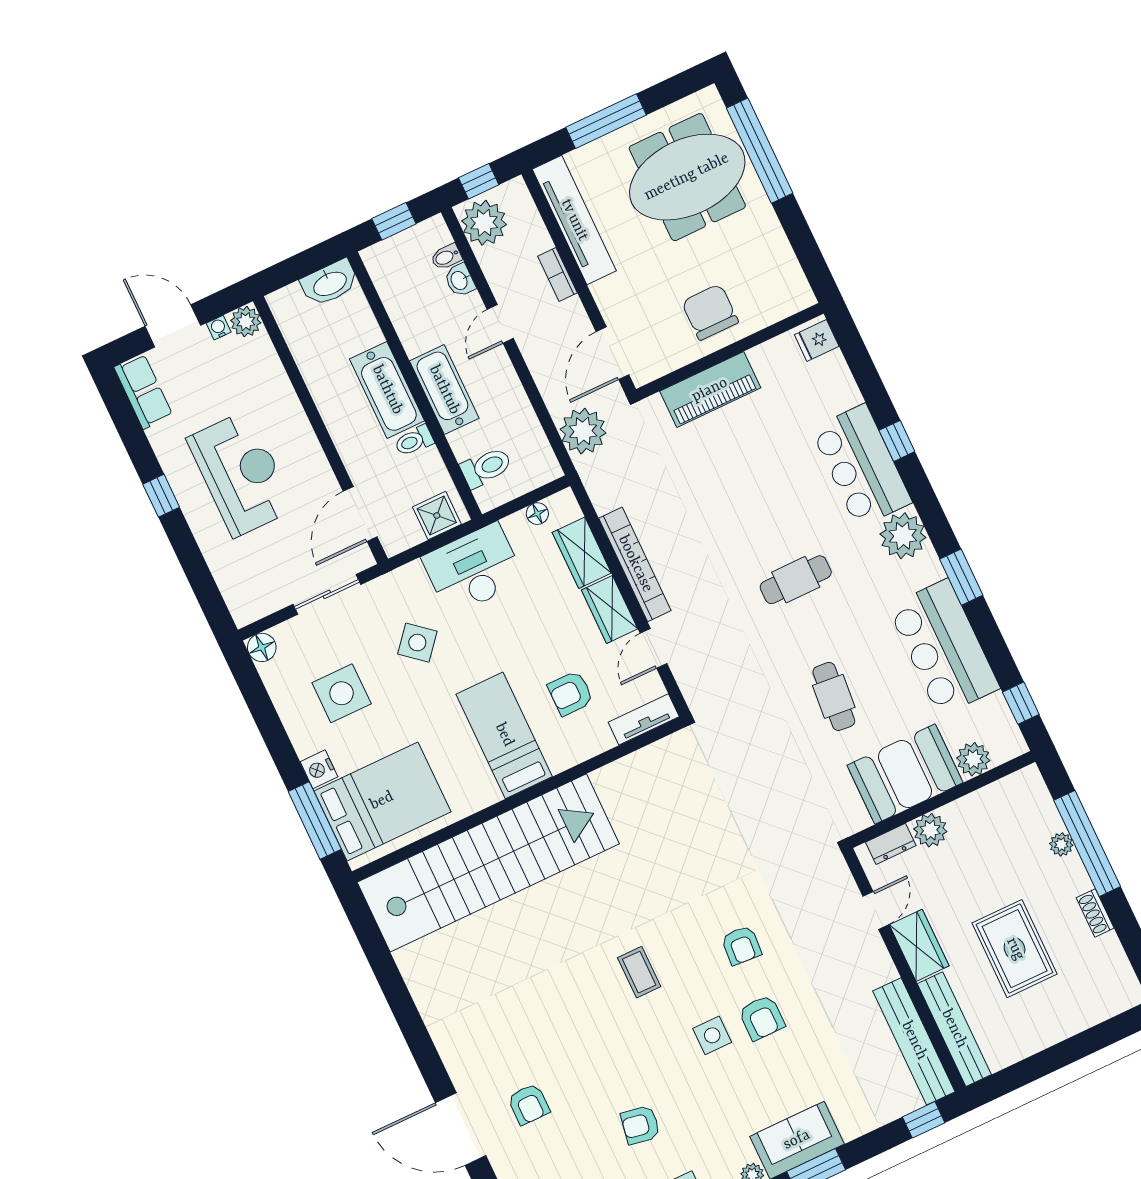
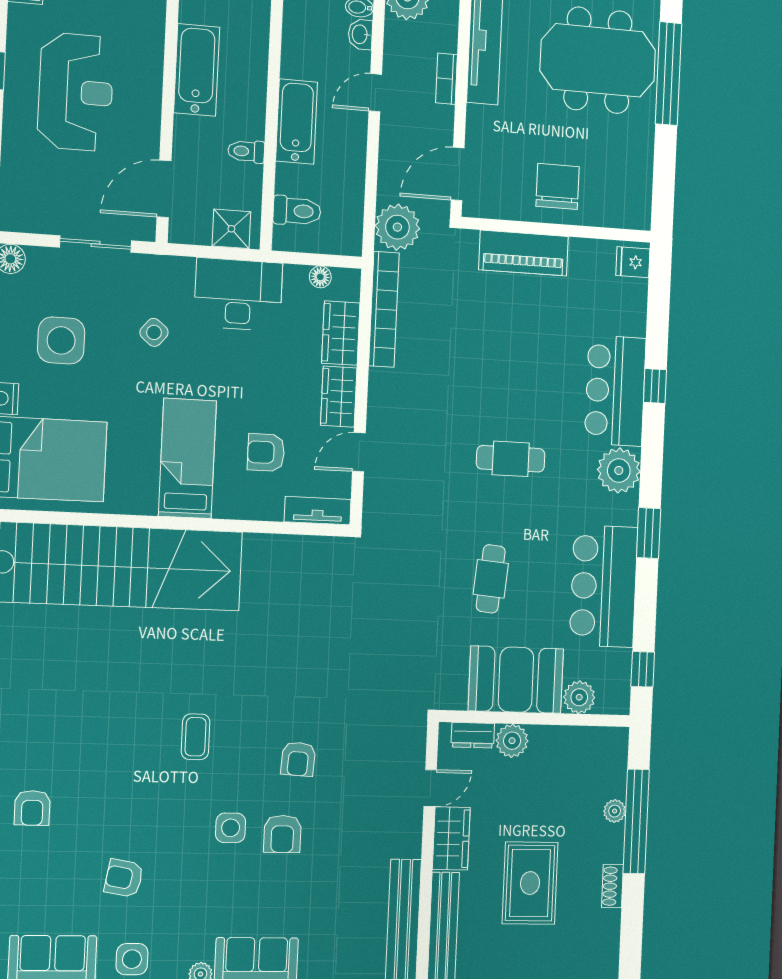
bathtub: (387, 390) -> (197, 70), moved, turned 180
bookcase: (635, 564) -> (384, 309), moved
side table: (417, 643) -> (154, 332), width x0.73, depth x0.73

